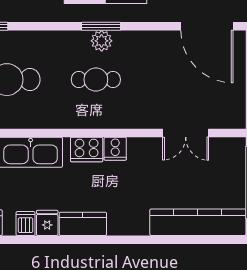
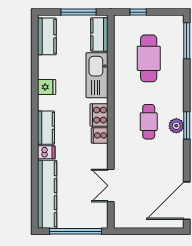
dishwasher: (26, 224) -> (46, 152), moved
kitchen counter: (83, 224) -> (46, 128), moved

